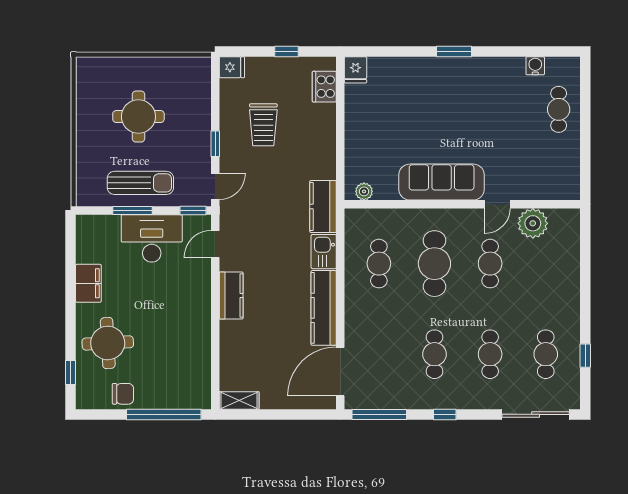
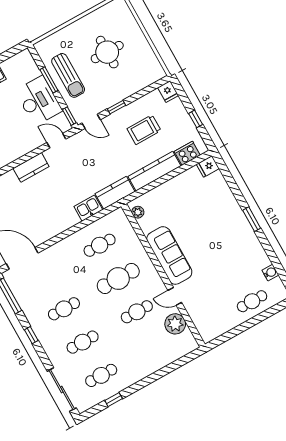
kitchen counter: (324, 308) -> (154, 171), moved

